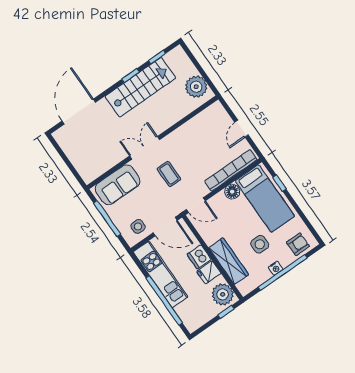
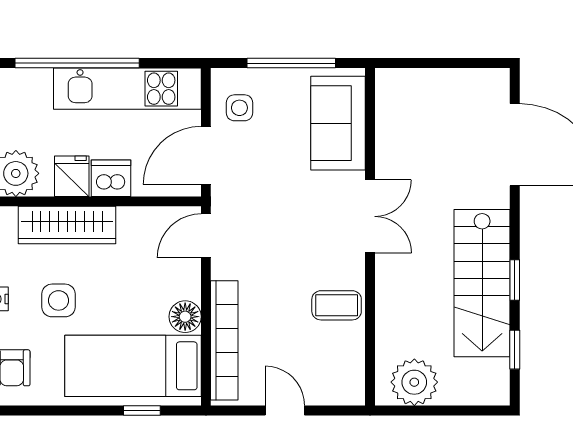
coffee table: (169, 174) -> (337, 305), moved

